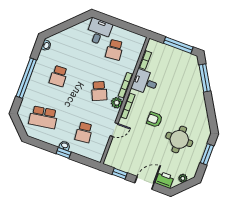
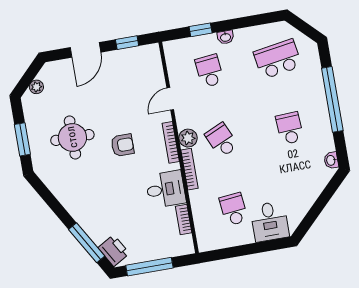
window: (64, 153) -> (201, 30), moved
printer: (165, 180) -> (114, 251), moved, turned -120

